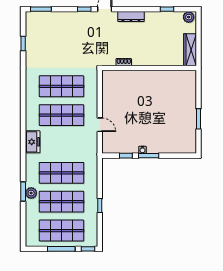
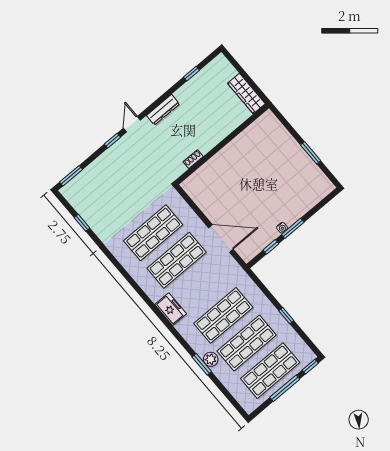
plant: (189, 17) -> (219, 63), removed
door: (100, 125) -> (221, 239), width x1.88

